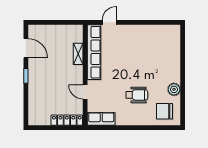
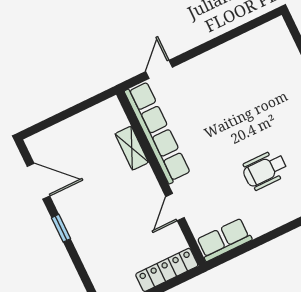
door: (85, 92) -> (175, 207), hinge flipped
wheelchair: (137, 95) -> (265, 170), turned 180

